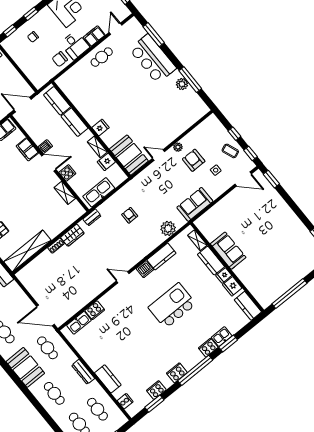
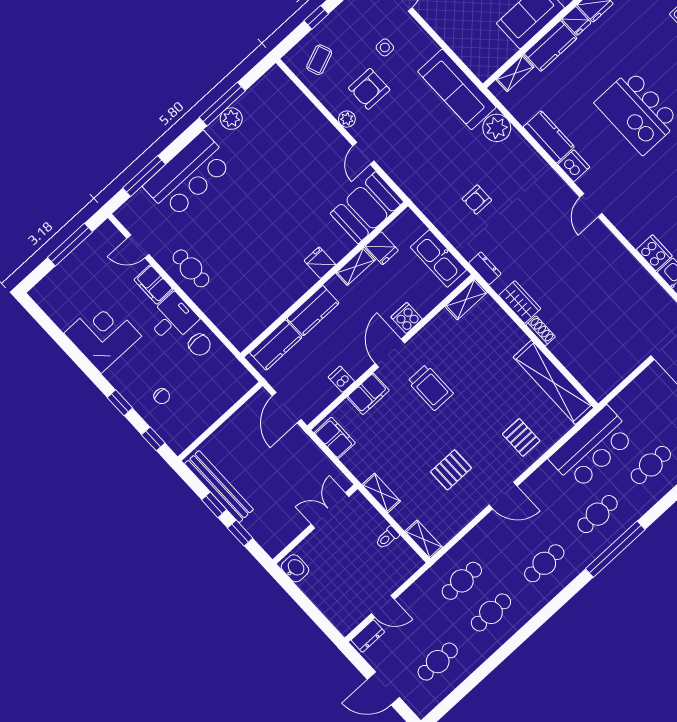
dishwasher: (45, 147) -> (341, 379), moved
coffee table: (230, 151) -> (319, 60), moved
trolley: (29, 184) -> (430, 387), added
shelving: (65, 193) -> (466, 299), moved
sofa: (195, 204) -> (457, 89), width x1.36

